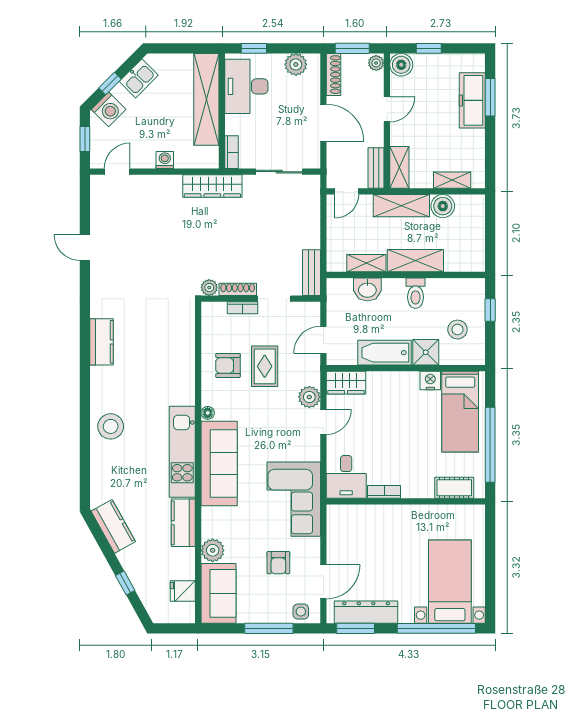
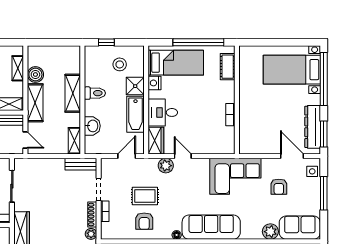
shelving: (366, 263) -> (74, 141), moved
door: (323, 340) -> (127, 156), swing flipped
desk: (346, 477) -> (163, 112), moved, turned 180
armchair: (278, 563) -> (279, 187), turned 90

